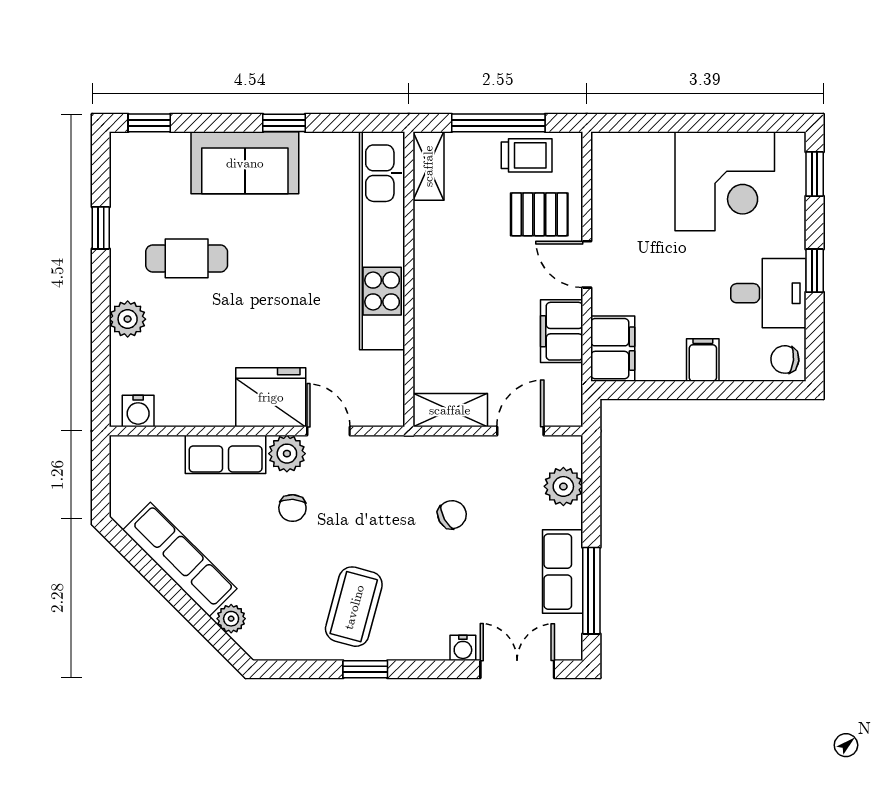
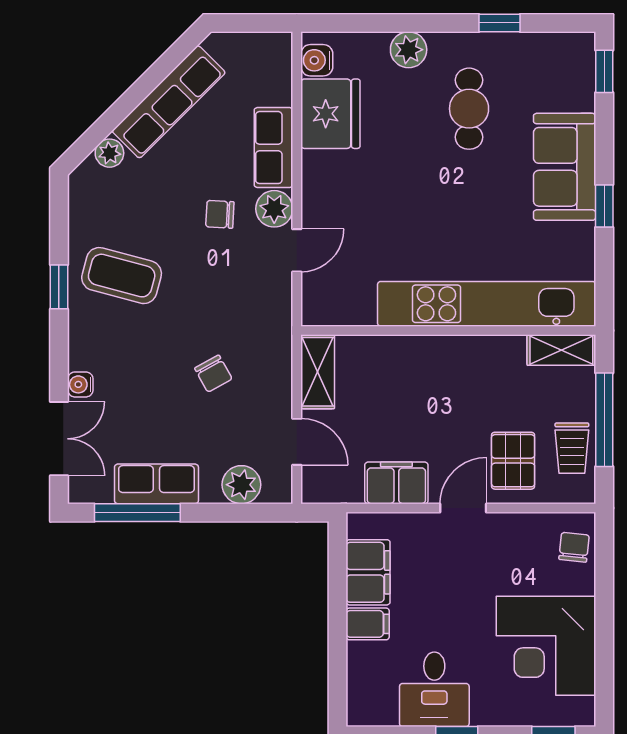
filing cabinet: (613, 349) -> (368, 572), moved, turned -90
chair: (785, 359) -> (574, 547), moved
fridge: (271, 397) -> (330, 114), moved

